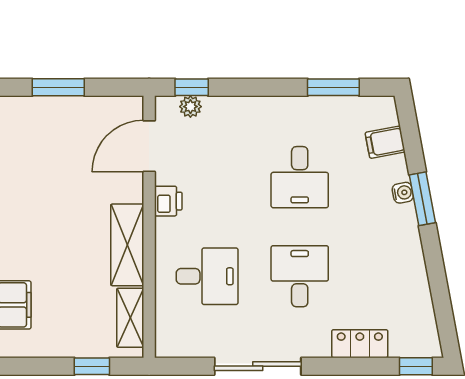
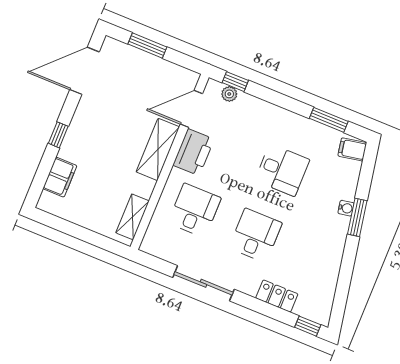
filing cabinet: (385, 142) -> (352, 149), moved
desk: (300, 177) -> (282, 170), turned -90
printer: (168, 201) -> (193, 152), width x1.87, depth x1.48
shelving: (127, 245) -> (158, 149), moved
desk: (207, 276) -> (194, 210), turned -90
window: (92, 366) -> (94, 238), removed

